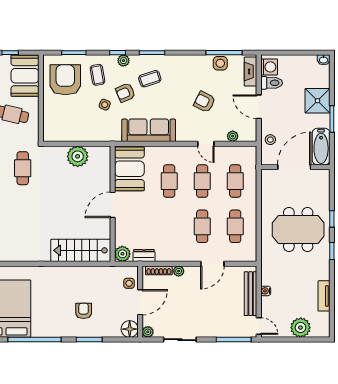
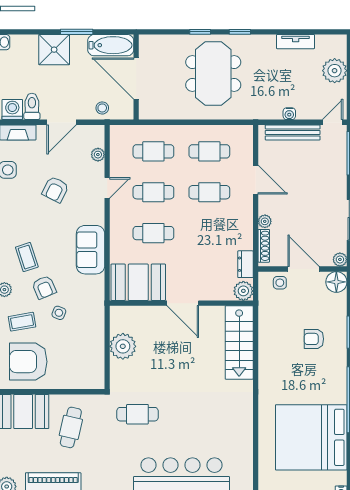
sofa: (149, 130) -> (91, 250), width x0.73

